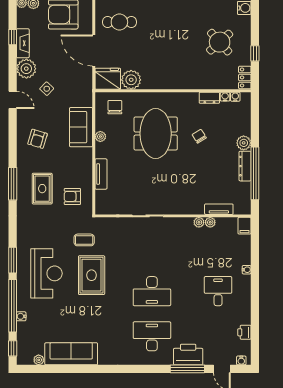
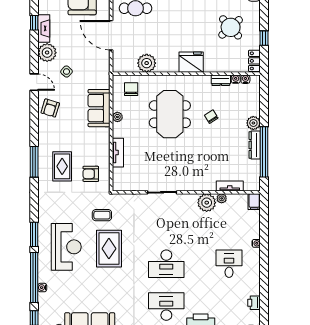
fridge: (108, 79) -> (191, 62), moved
armchair: (38, 139) -> (50, 108), moved
plant: (199, 222) -> (207, 203), width x1.88, depth x1.88

